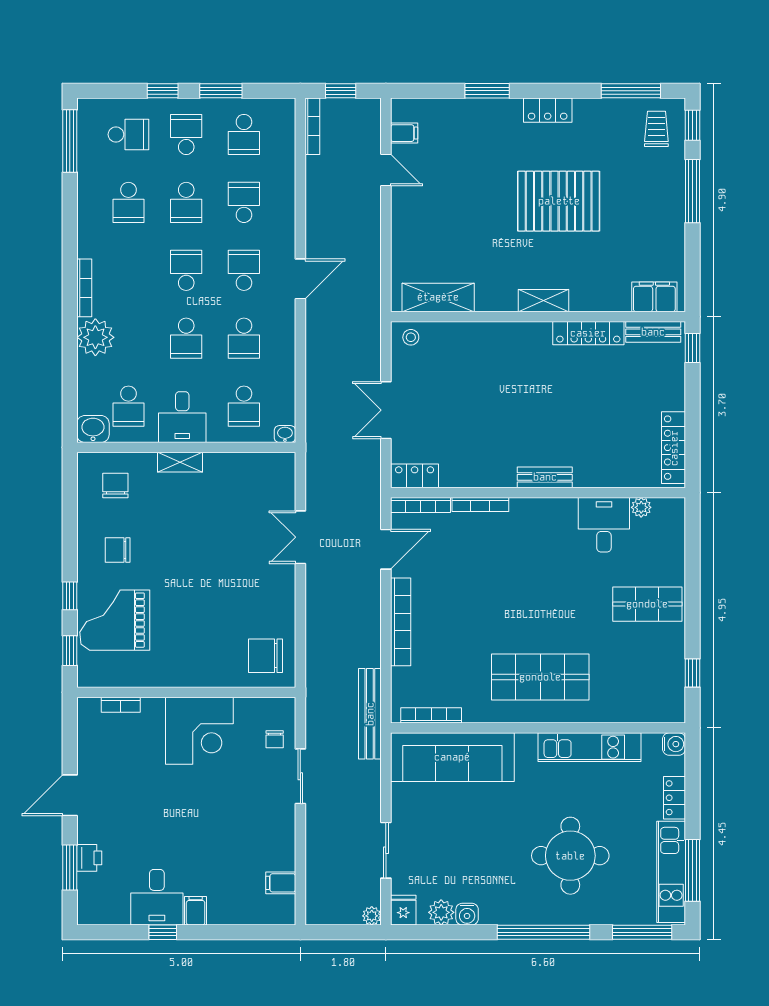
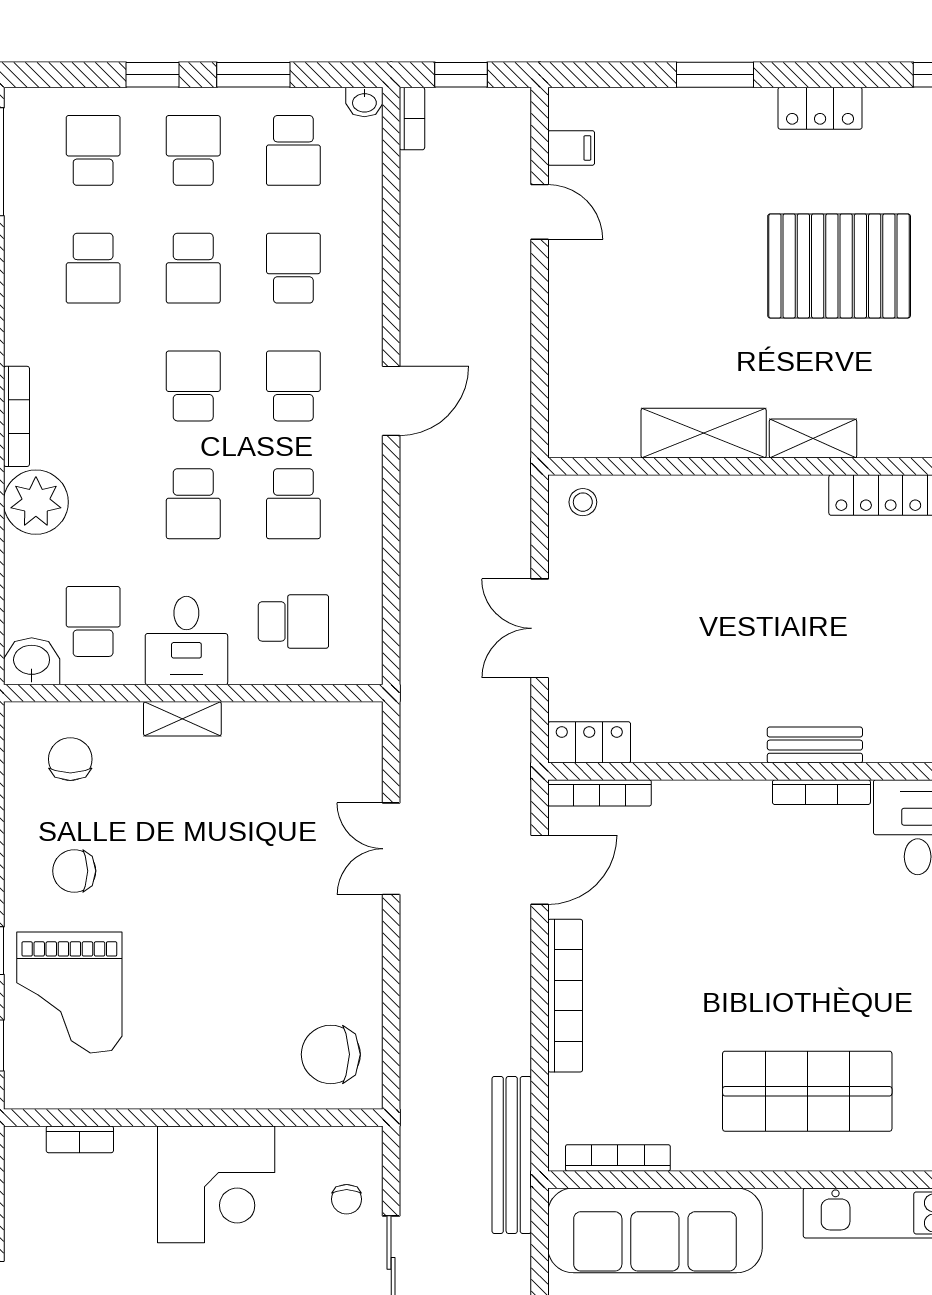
bookcase: (312, 126) -> (412, 118), width x0.64
school desk: (128, 134) -> (93, 150), turned -90
shelving: (438, 297) -> (704, 433), moved
school desk: (128, 406) -> (93, 621), turned 180
school desk: (244, 406) -> (293, 621), turned -90
washbasin: (285, 434) -> (364, 102), moved, turned 180
bookcase: (480, 505) -> (821, 792), moved
grand piano: (115, 620) -> (69, 993), turned -90

